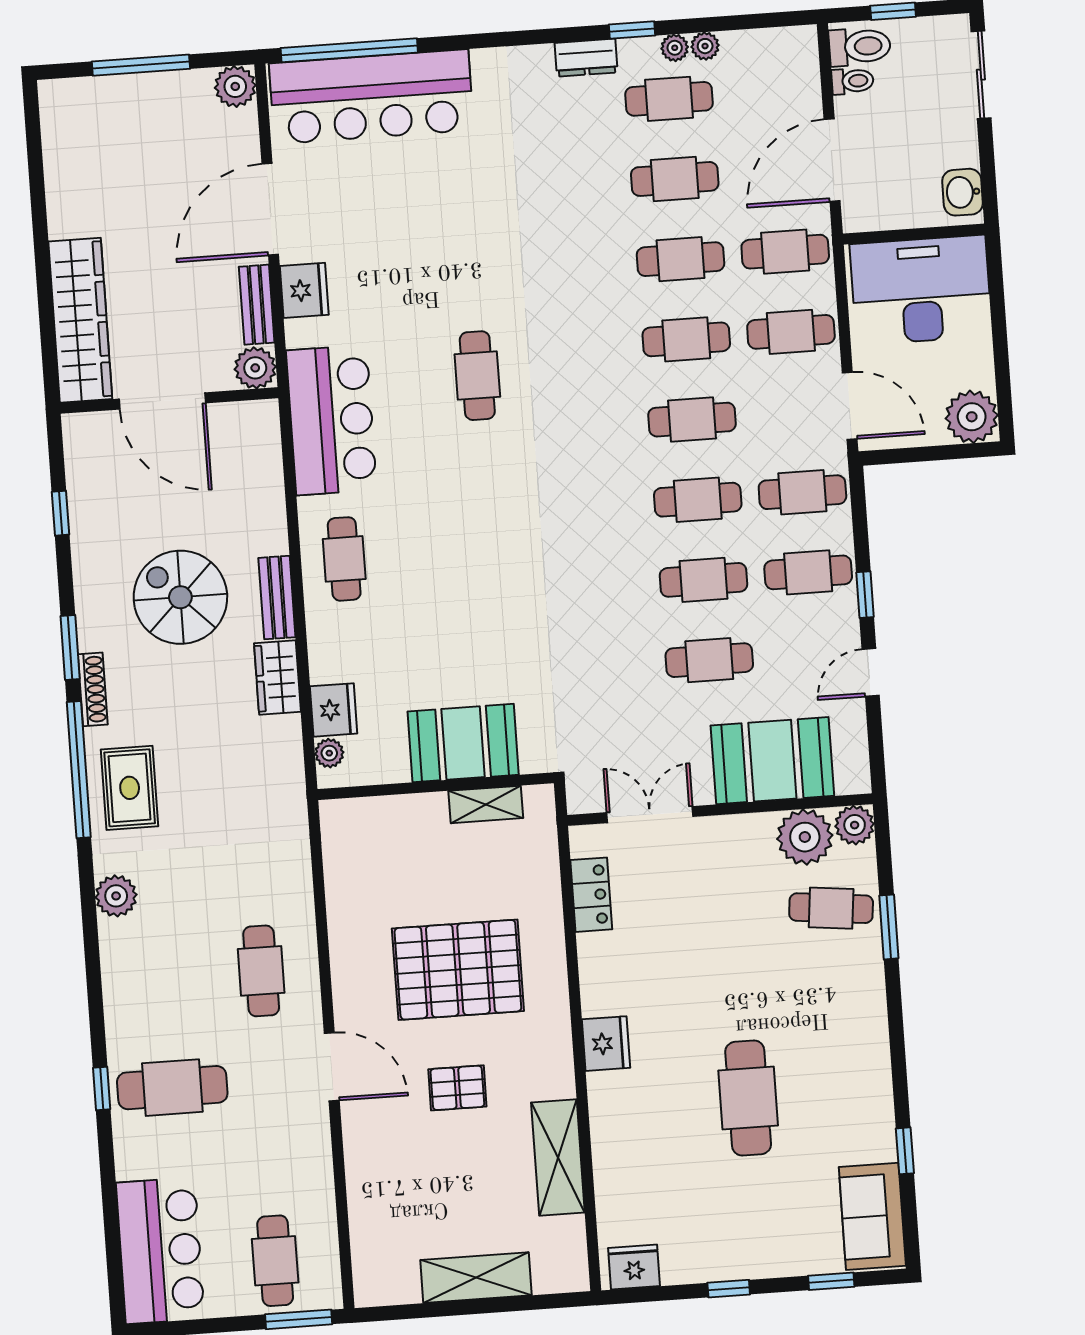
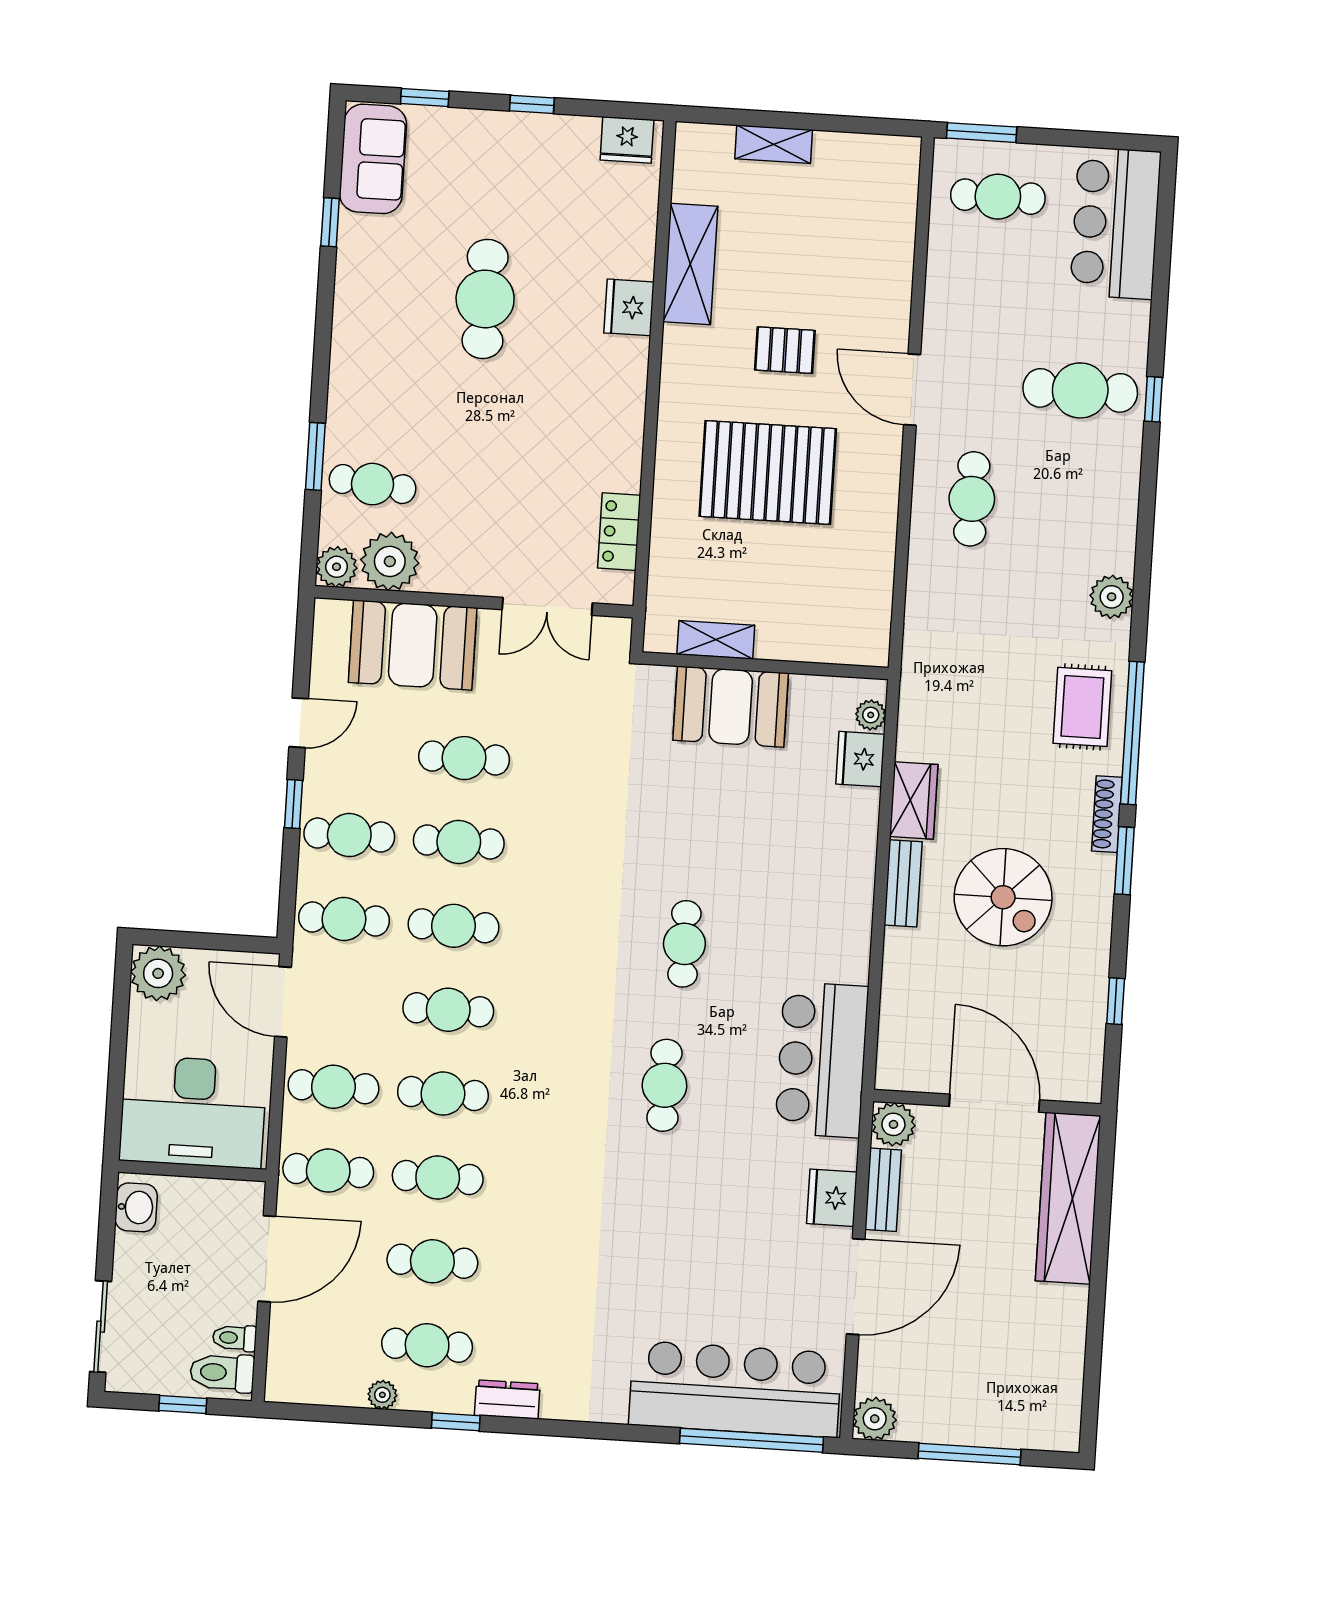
plant: (675, 48) -> (414, 1397), removed
cafe table: (344, 559) -> (684, 944), moved
fridge: (606, 1044) -> (629, 307), moved
cafe table: (275, 1261) -> (998, 197), turned 90
shelving: (476, 1278) -> (774, 144), width x0.67, depth x0.75

